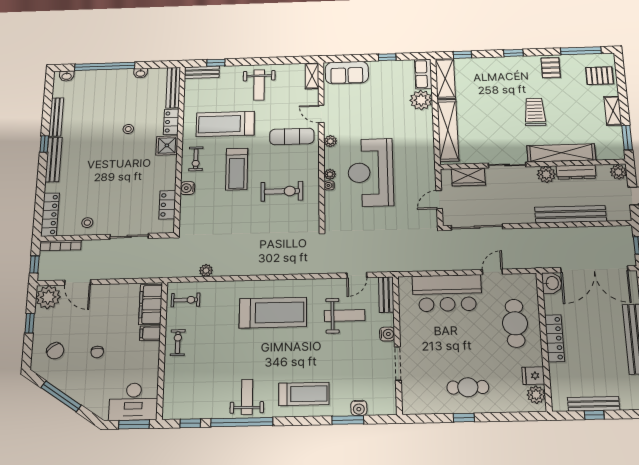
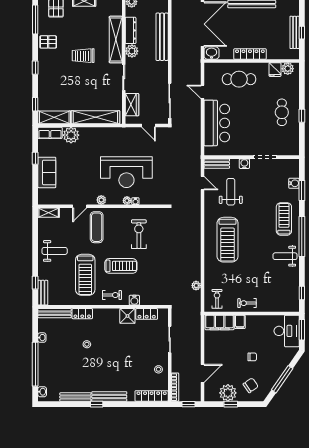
sofa: (347, 73) -> (47, 172), moved
shower: (167, 145) -> (127, 316), moved
plant: (48, 297) -> (228, 393), moved
treadmill: (273, 313) -> (228, 240), turned 180
window: (242, 422) -> (302, 236), moved

